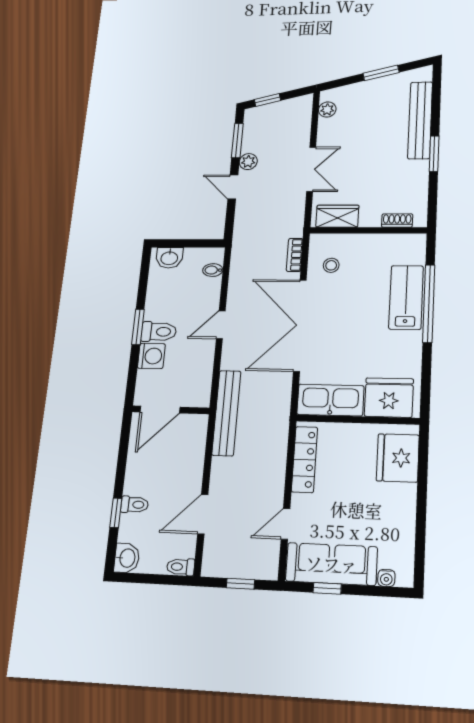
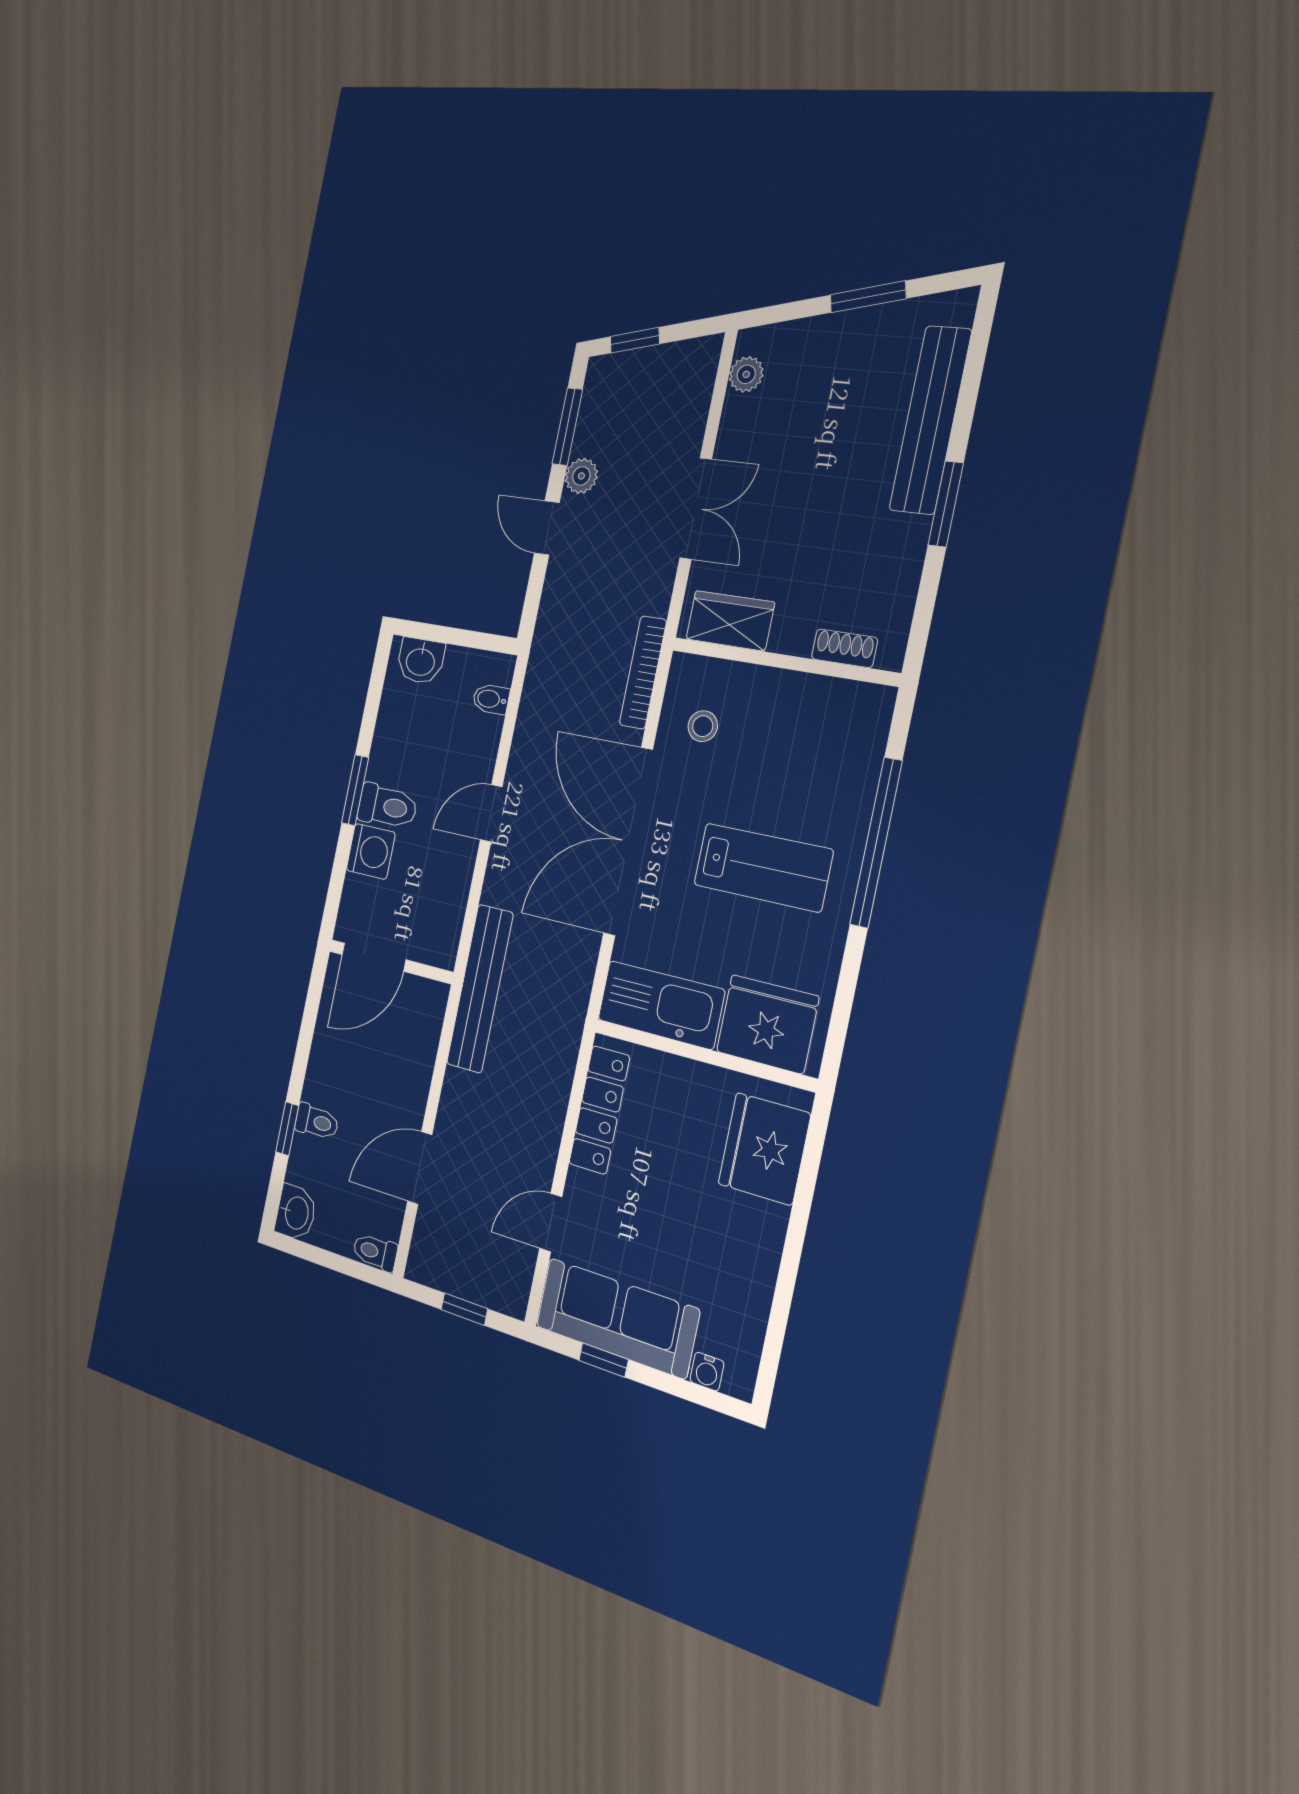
bookcase: (295, 255) -> (643, 672), width x1.56
lab bench: (406, 297) -> (763, 867), moved, turned 90

